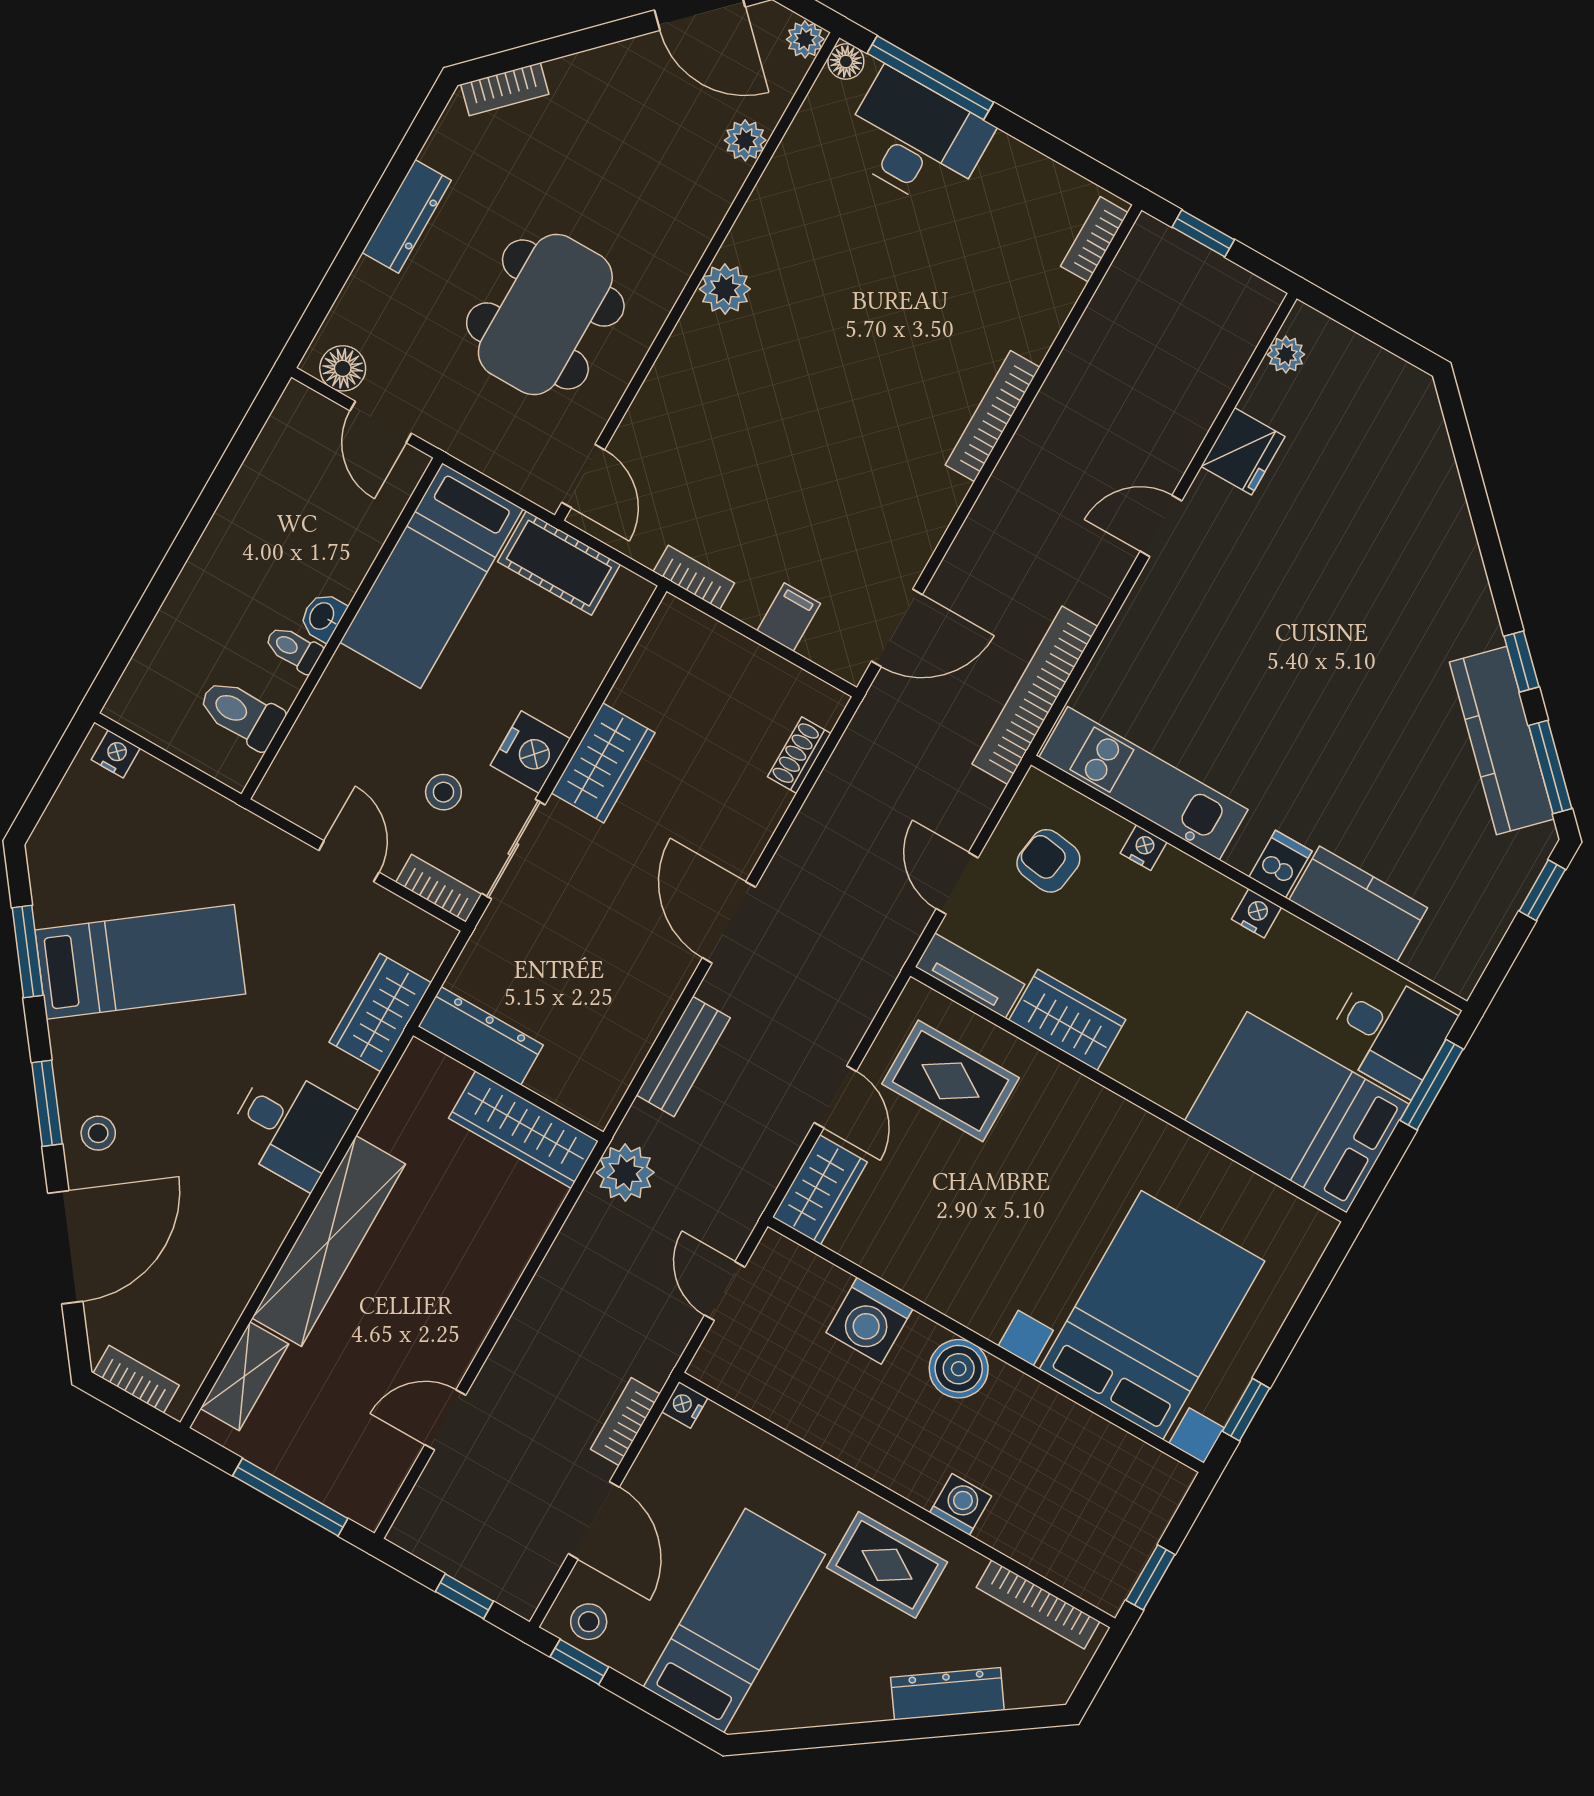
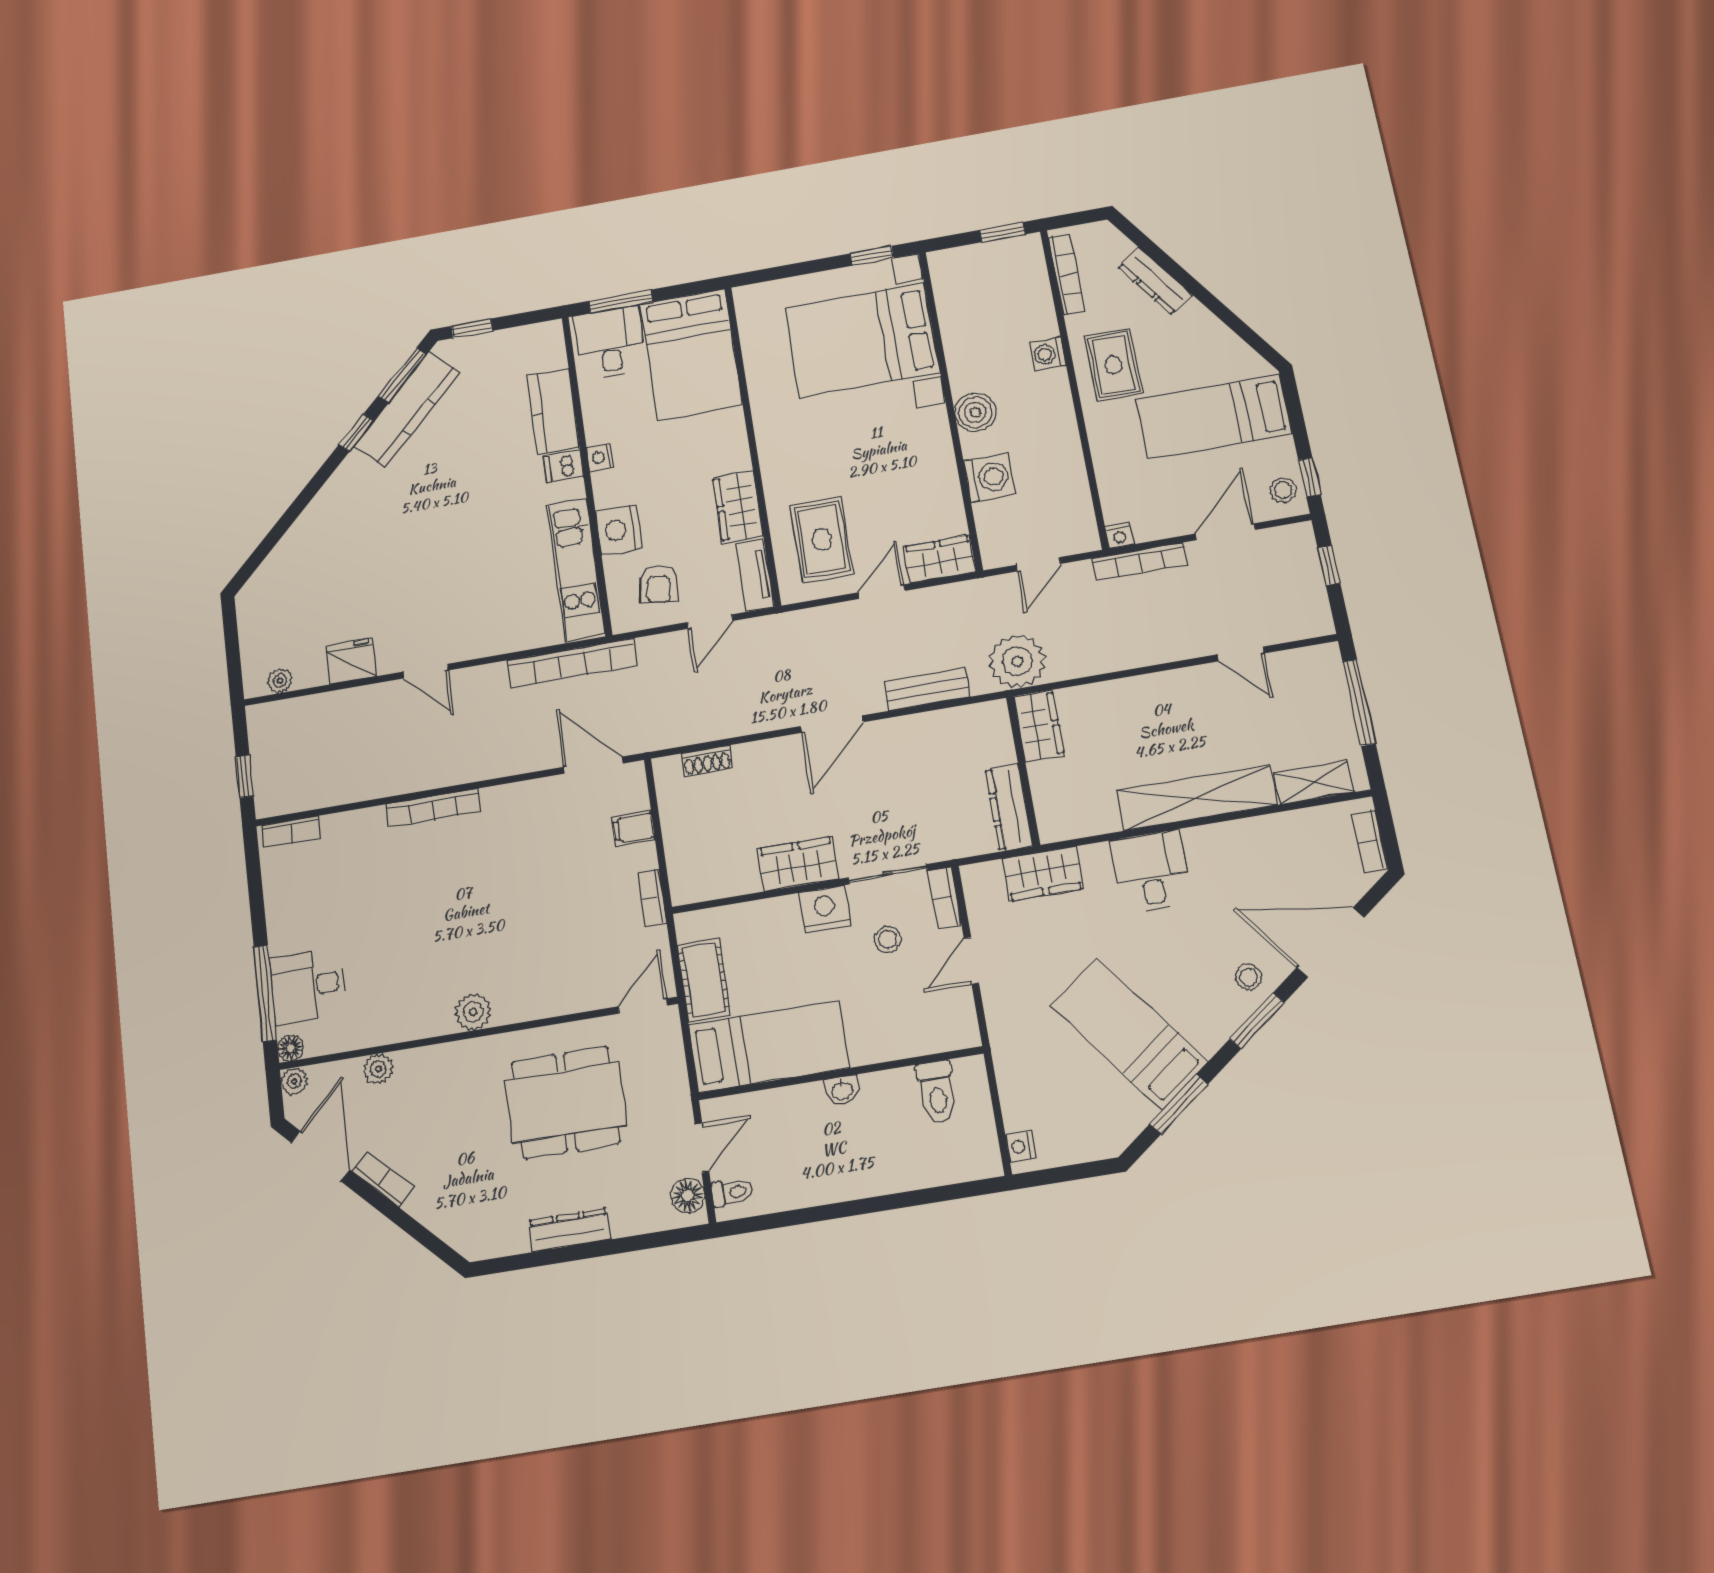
bookcase: (505, 89) -> (383, 1179), moved
desk: (916, 140) -> (308, 986), width x0.73
toilet: (293, 649) -> (732, 1192), moved, turned -90
nightstand: (1144, 848) -> (619, 530), width x1.89, depth x1.79
wardrobe: (523, 1130) -> (1039, 726), width x0.67
plant: (625, 1173) -> (1017, 661), width x1.36, depth x1.36
bookcase: (625, 1422) -> (1140, 561), width x1.56

